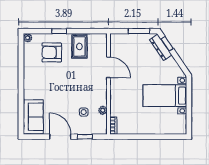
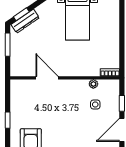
window: (59, 31) -> (8, 120), moved
rug: (79, 46) -> (24, 109), removed
door: (108, 67) -> (47, 78), hinge flipped

